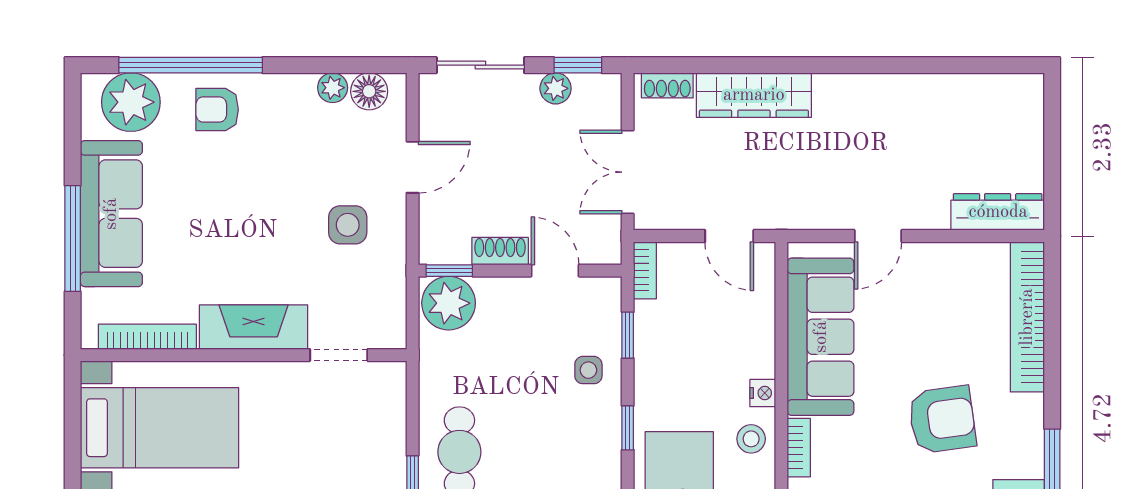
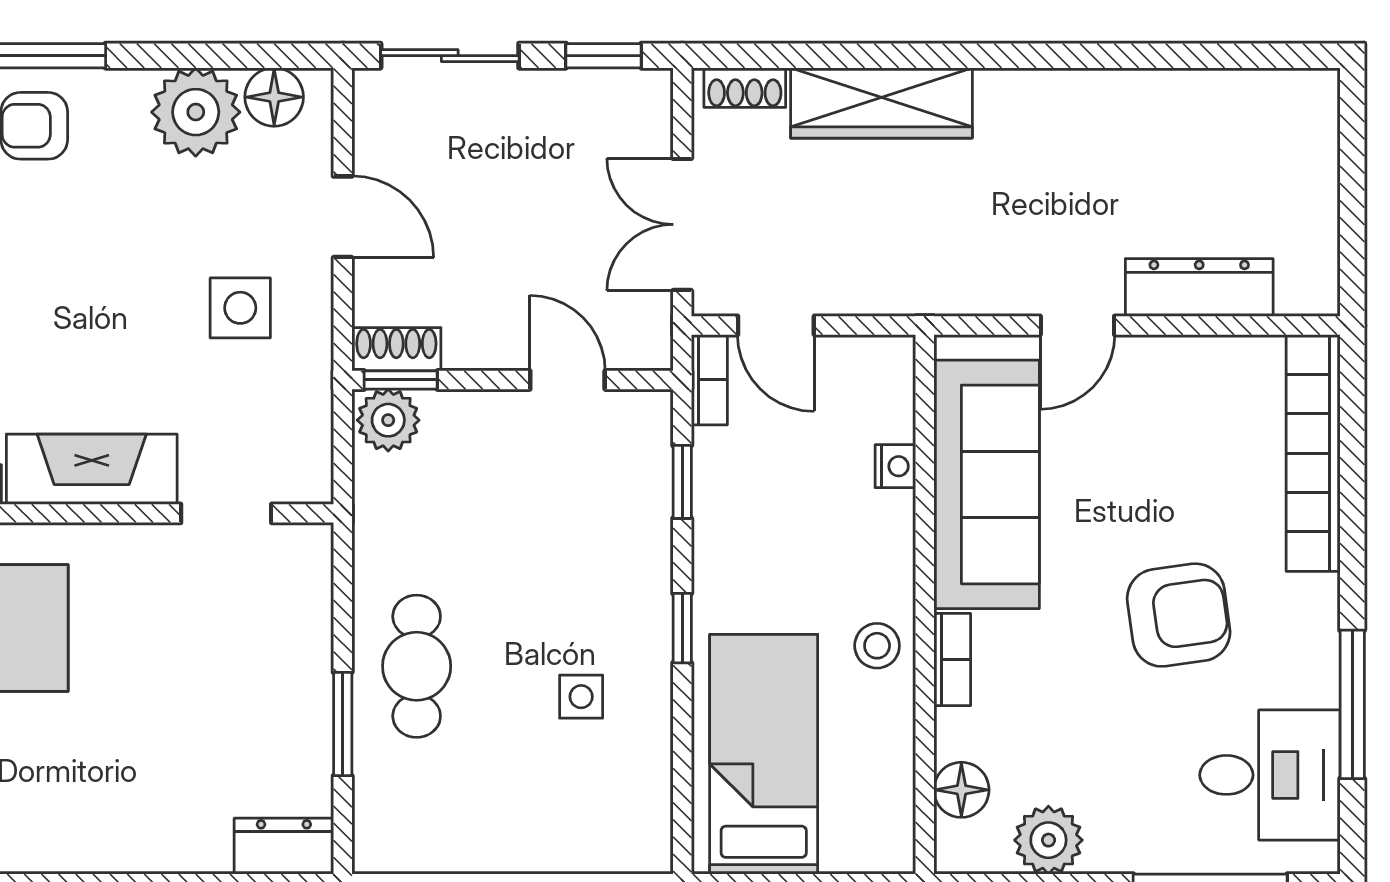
plant: (333, 88) -> (196, 112), width x1.88, depth x1.88
plant: (556, 88) -> (568, 92), removed
door: (413, 167) -> (343, 217), hinge flipped
dresser: (998, 212) -> (1199, 287), moved
door: (729, 236) -> (776, 325), moved
shoe rack: (500, 251) -> (396, 349), moved
plant: (449, 303) -> (388, 420), width x0.73, depth x0.73
side table: (588, 370) -> (581, 697), moved
nightstand: (763, 393) -> (895, 466), moved

